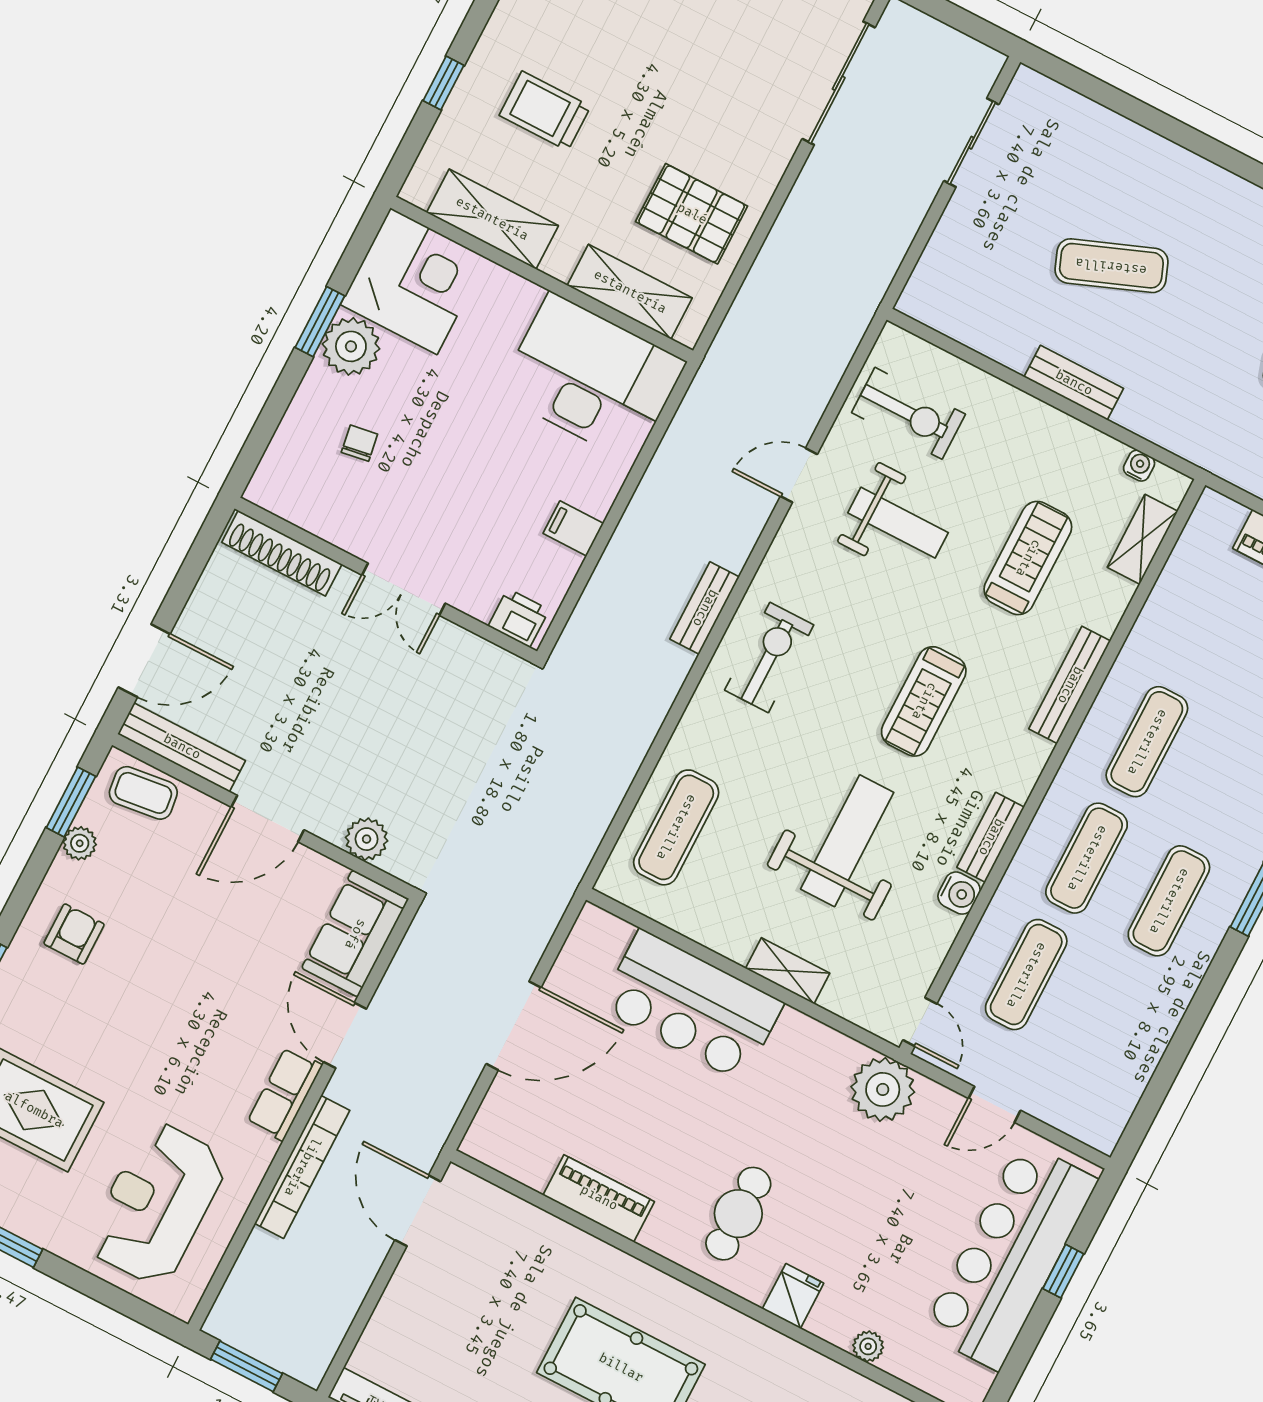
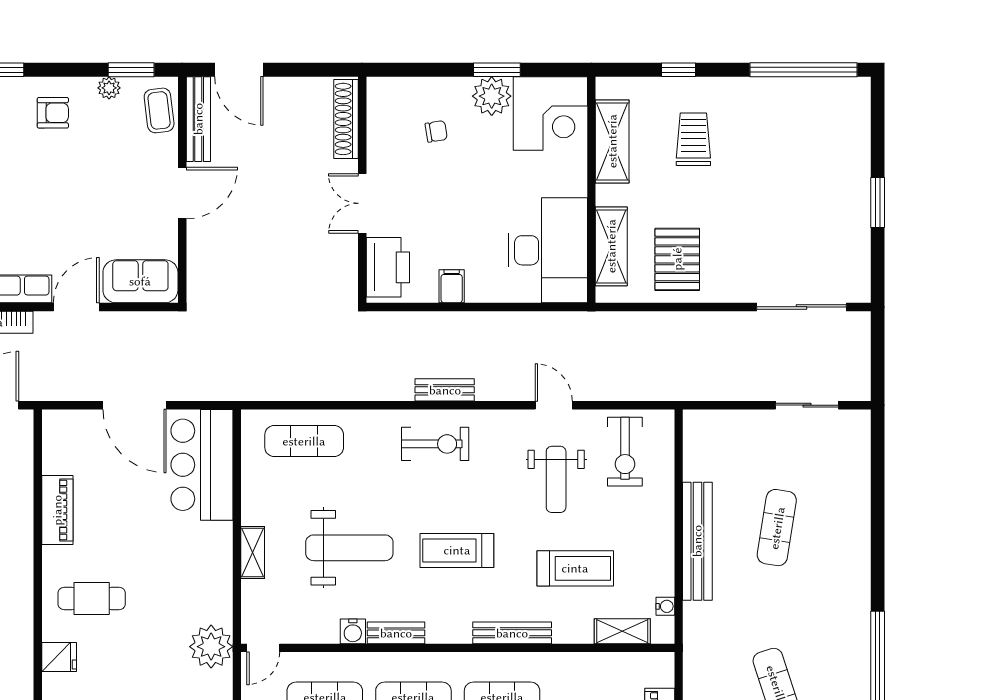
exercise mat: (1111, 266) -> (777, 528), turned 30
bench: (1074, 383) -> (697, 541), width x1.86, depth x1.21
printer: (519, 618) -> (388, 267), width x1.87, depth x1.48
door: (268, 819) -> (182, 193), swing flipped
plant: (367, 839) -> (201, 259), removed
bar counter: (691, 1006) -> (202, 465), moved

